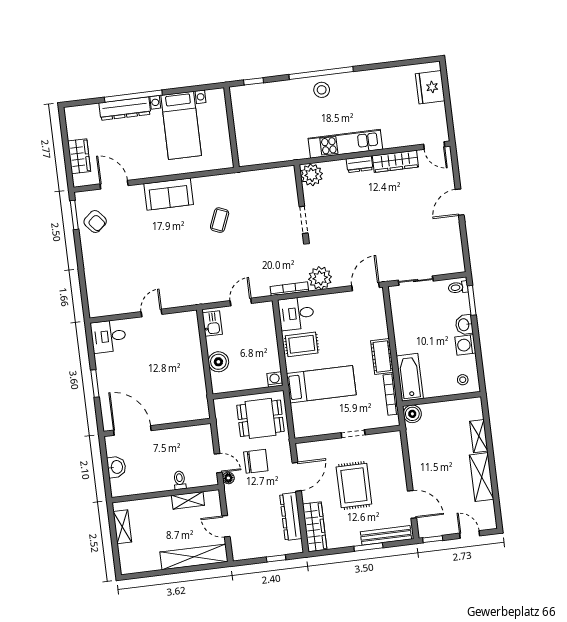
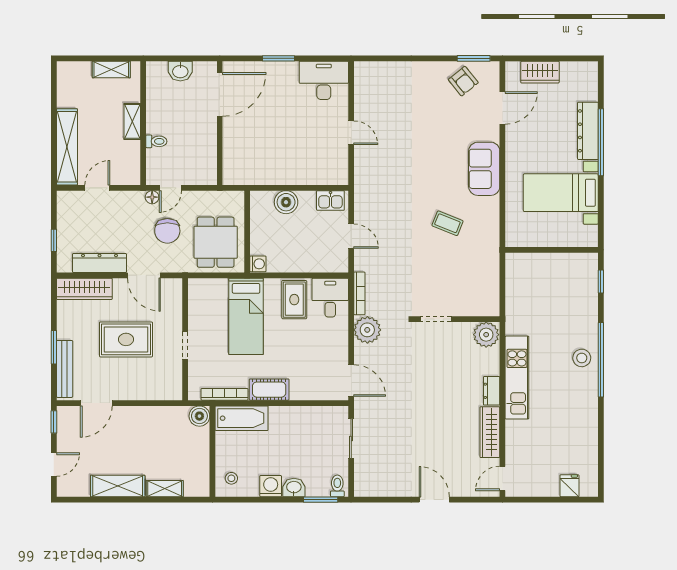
fridge: (430, 87) -> (569, 486), width x0.53, depth x0.75
armchair: (95, 222) -> (463, 81), turned -89
desk: (108, 336) -> (324, 80), width x1.37
shelving: (188, 500) -> (132, 121), moved

